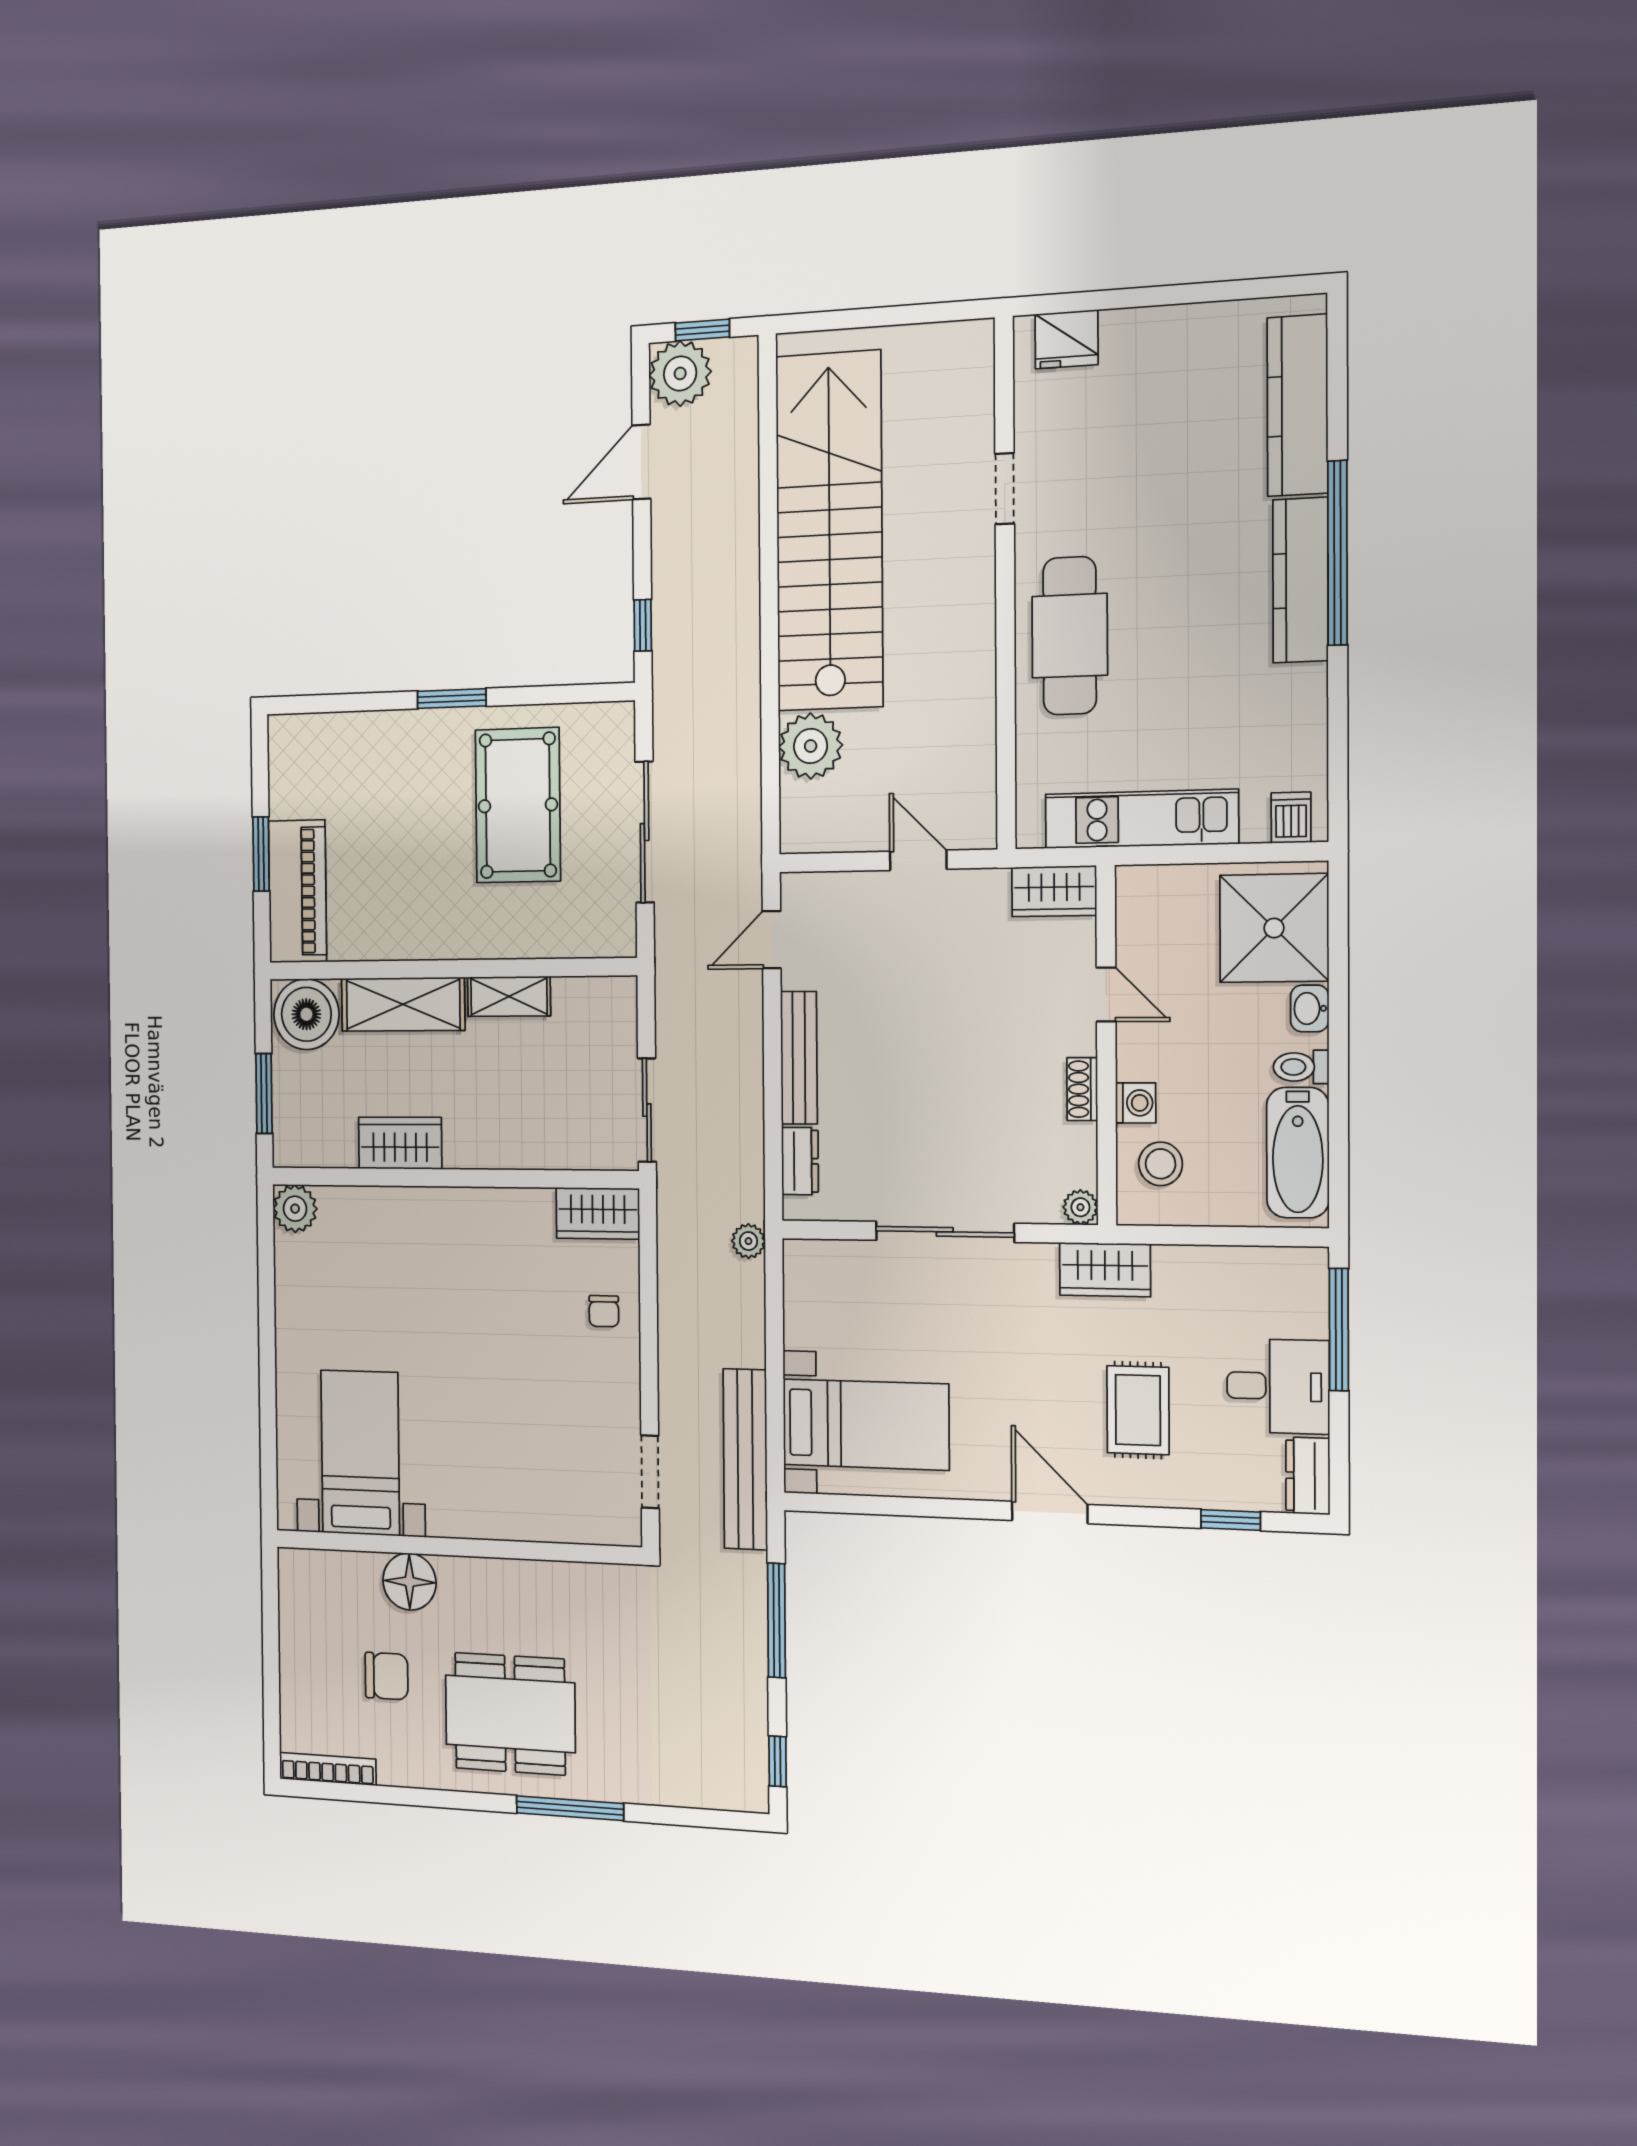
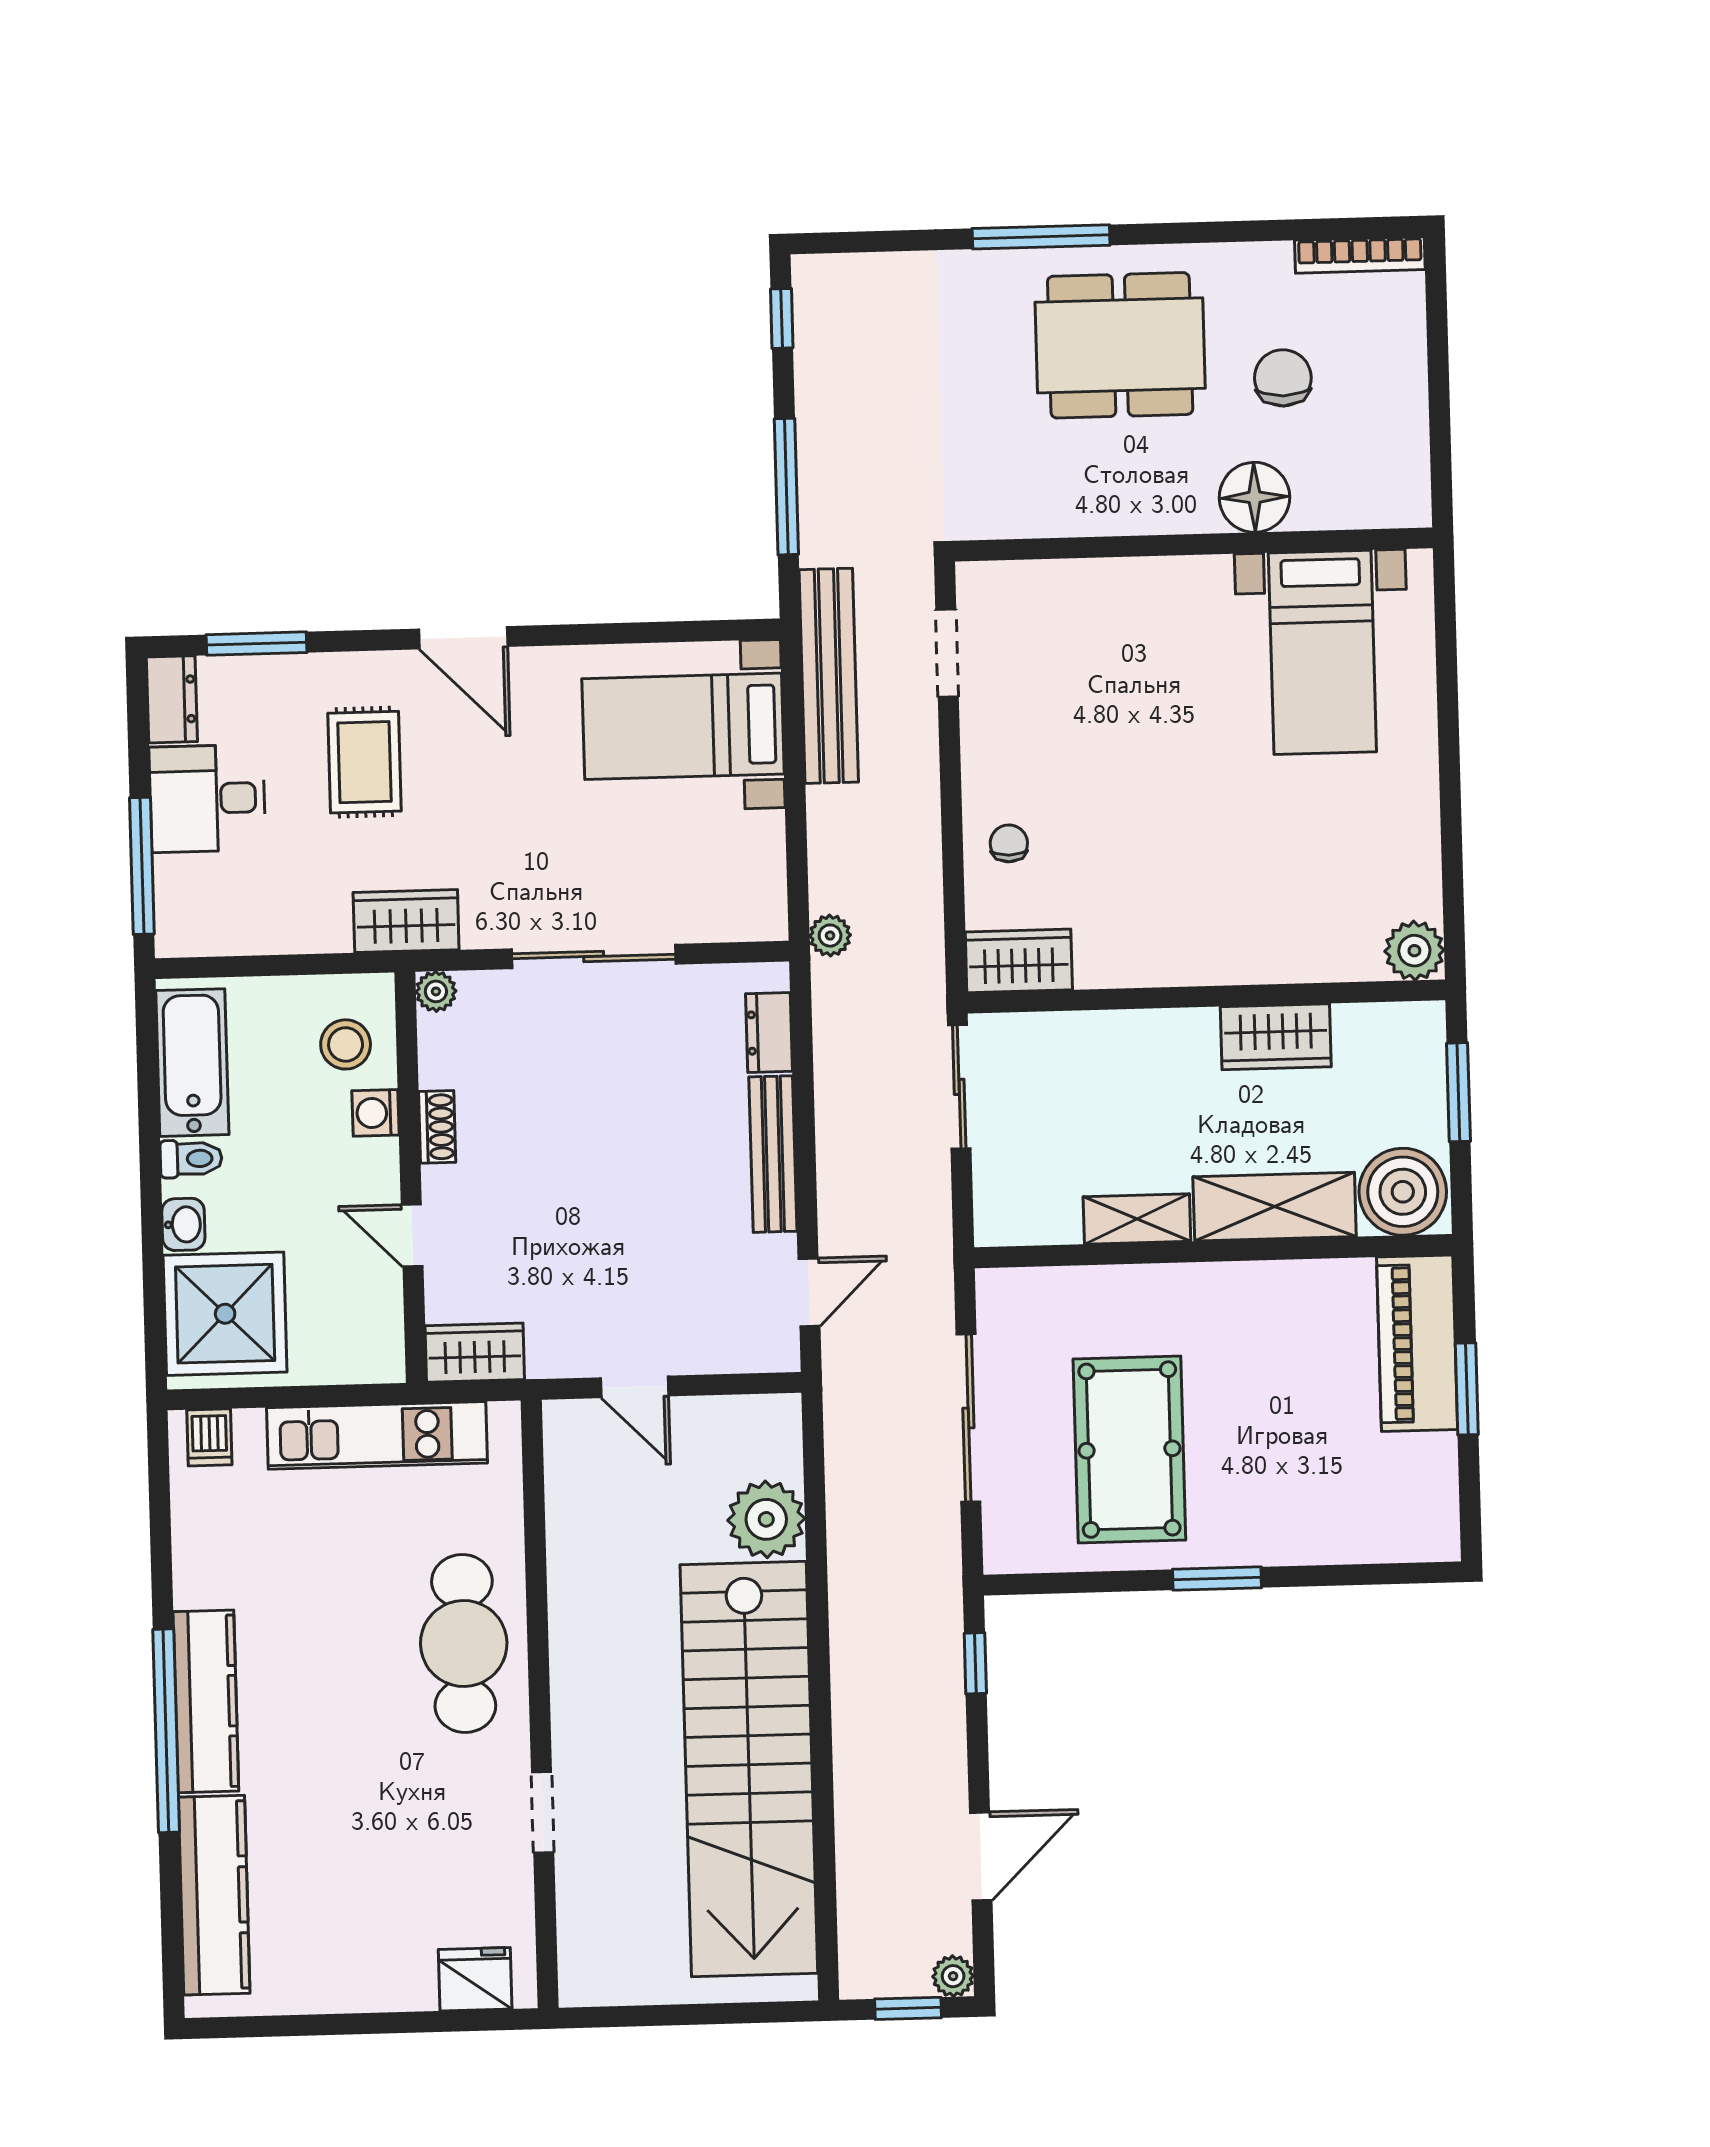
plant: (680, 373) -> (953, 1976), width x0.53, depth x0.53
window: (1231, 1520) -> (257, 644), width x1.50
chair: (387, 1676) -> (1283, 378), turned 90

